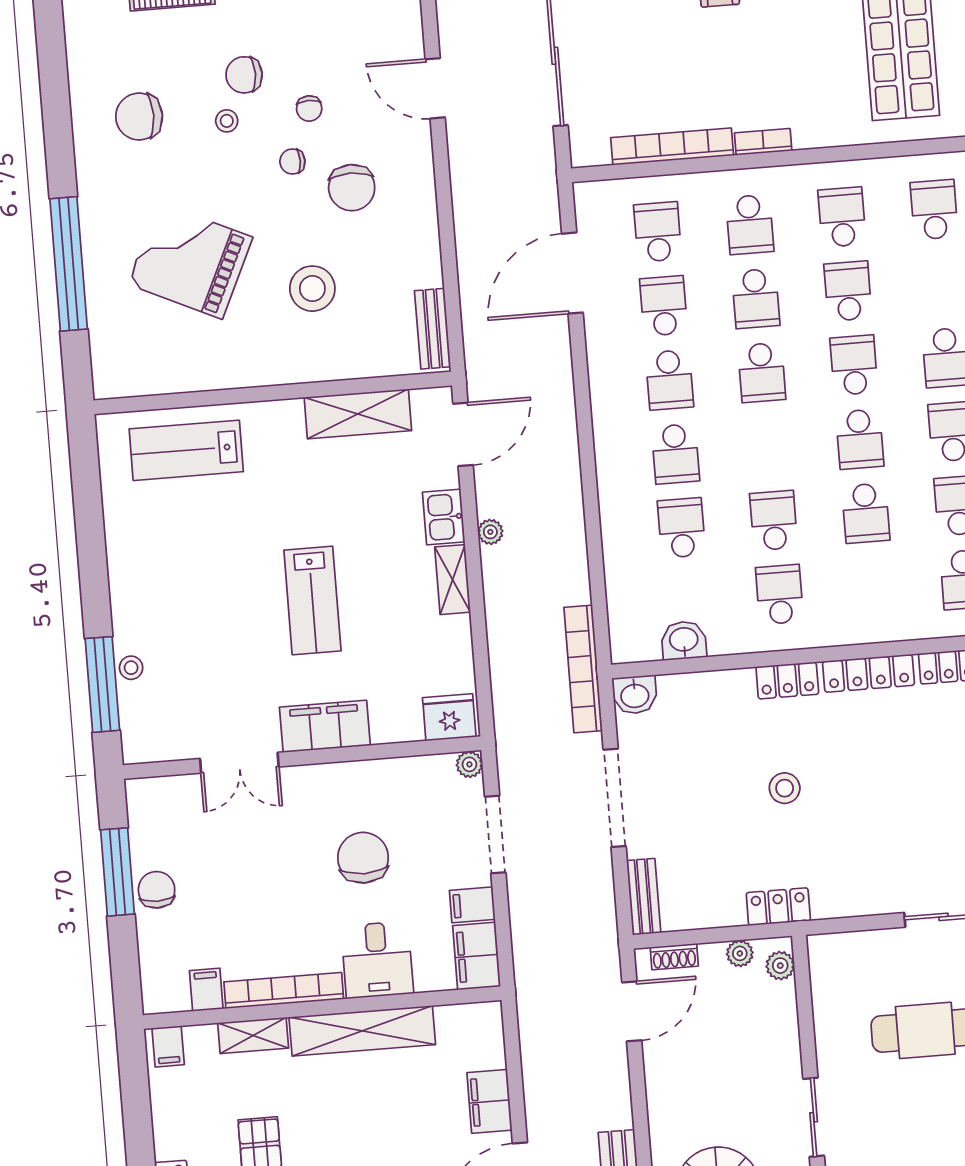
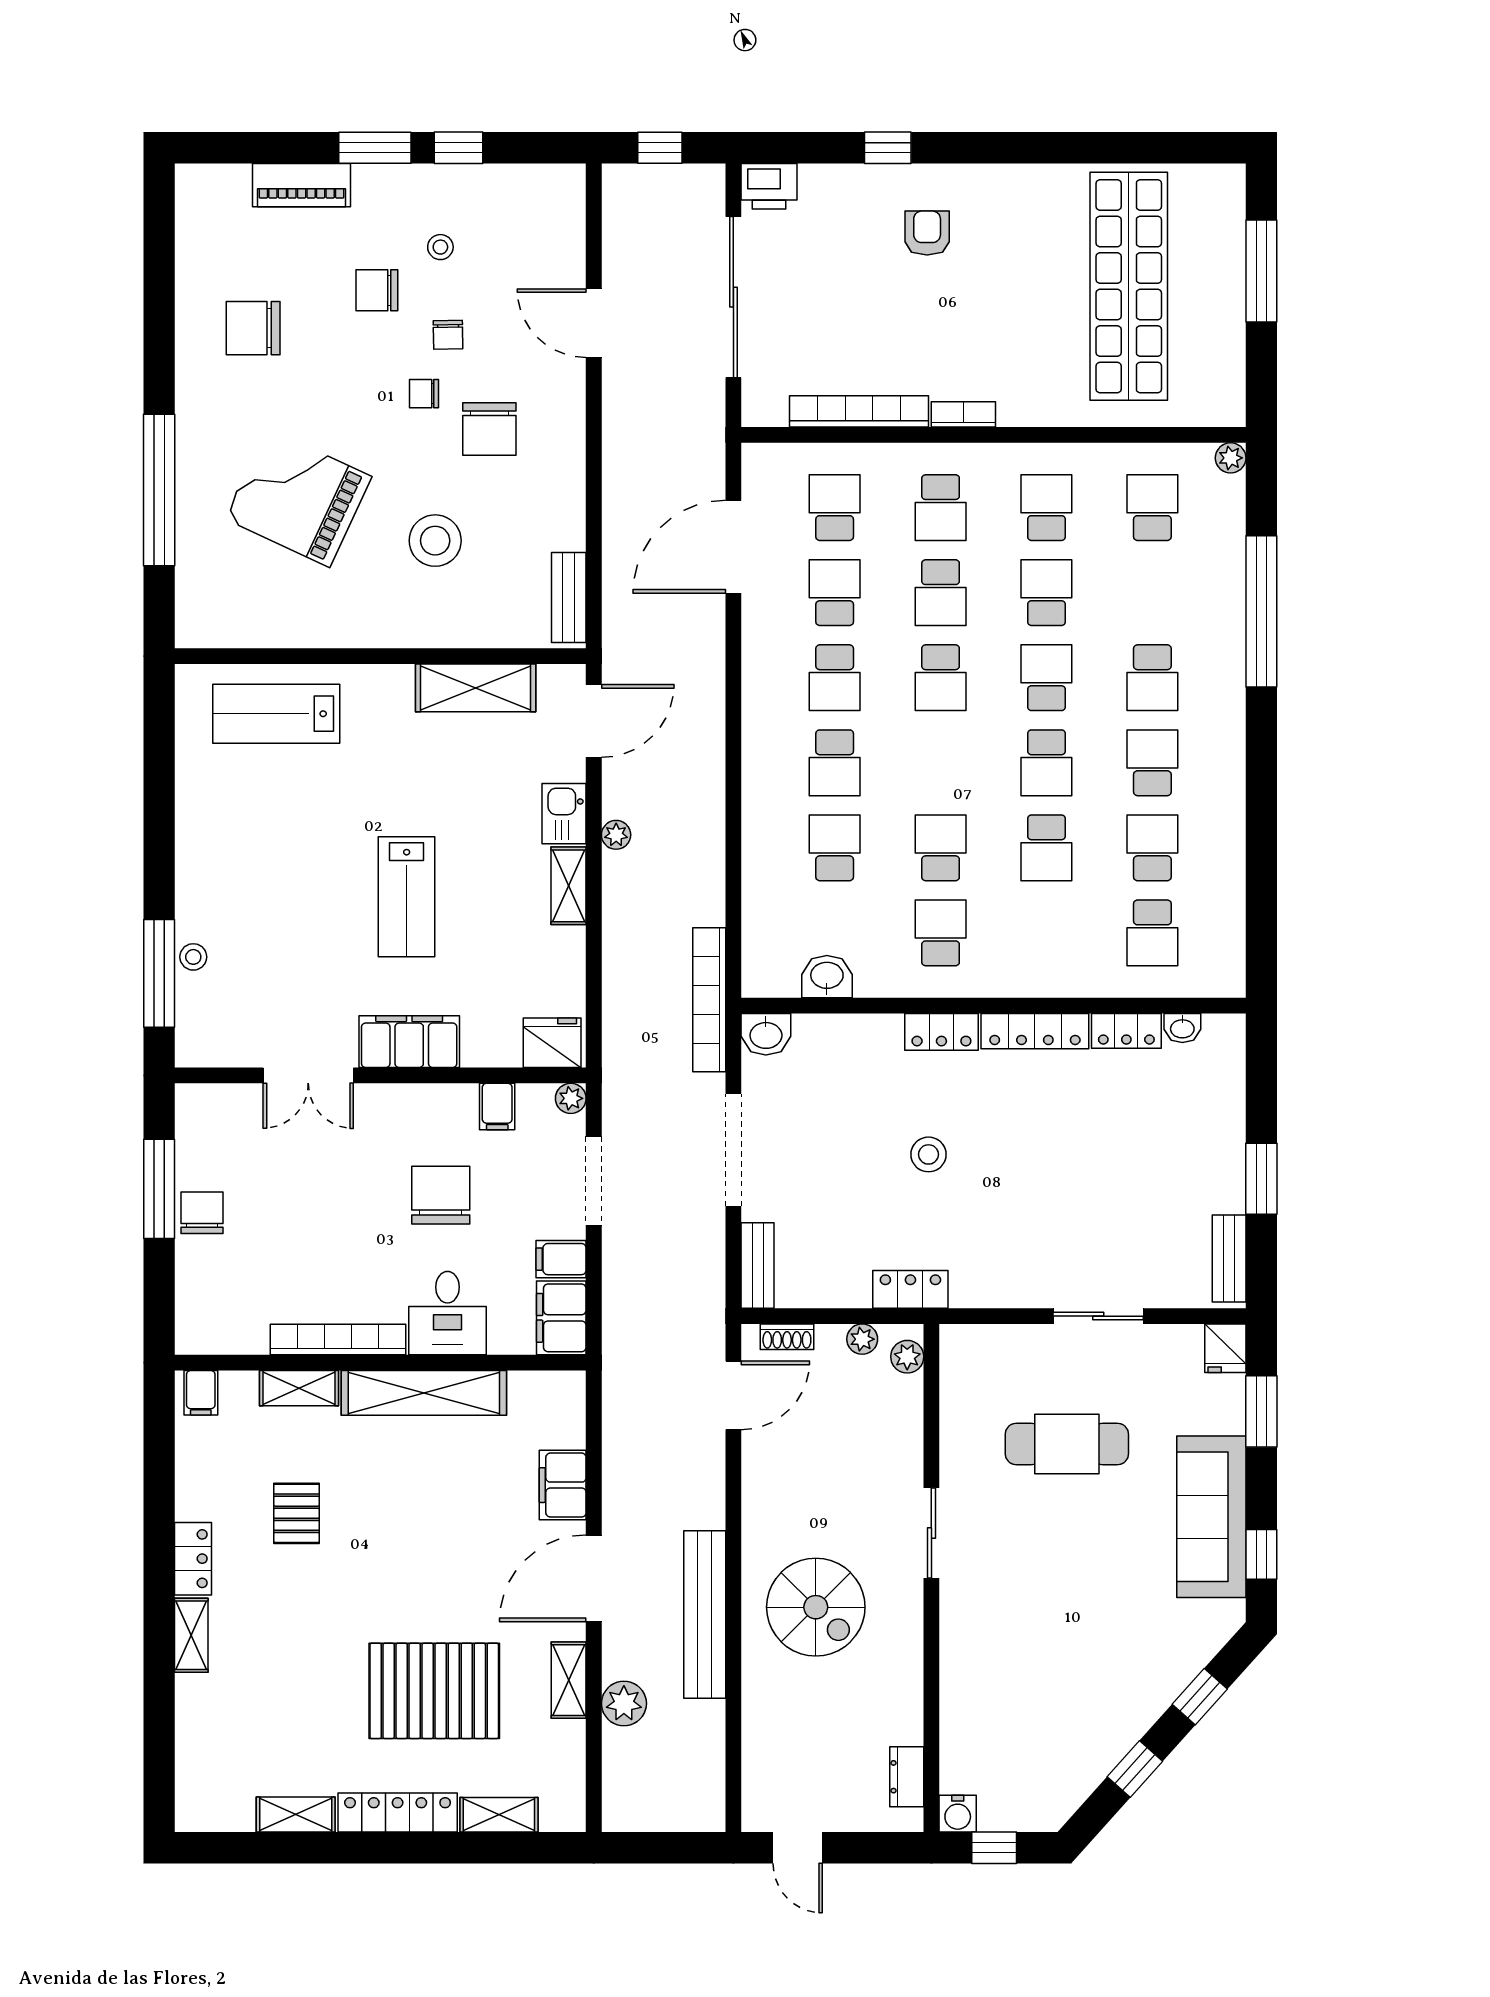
stool: (227, 121) -> (440, 247), moved
filing cabinet: (206, 990) -> (497, 1107), moved, turned 180

